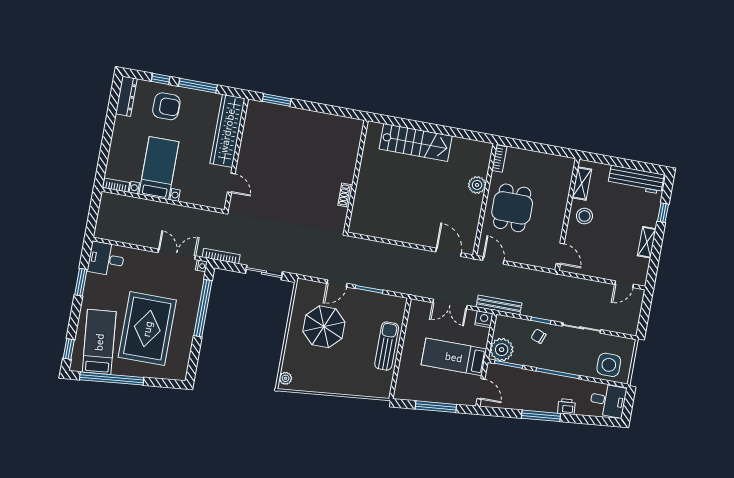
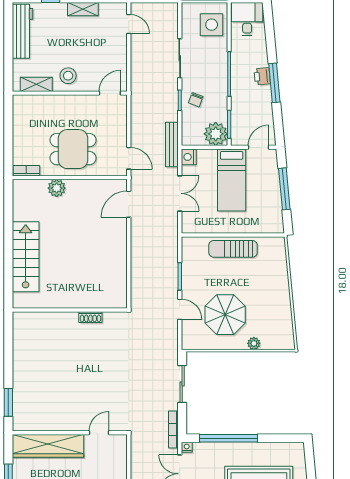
door: (493, 260) -> (129, 158), swing flipped
plant: (286, 378) -> (254, 343), moved
printer: (566, 407) -> (262, 76), moved

